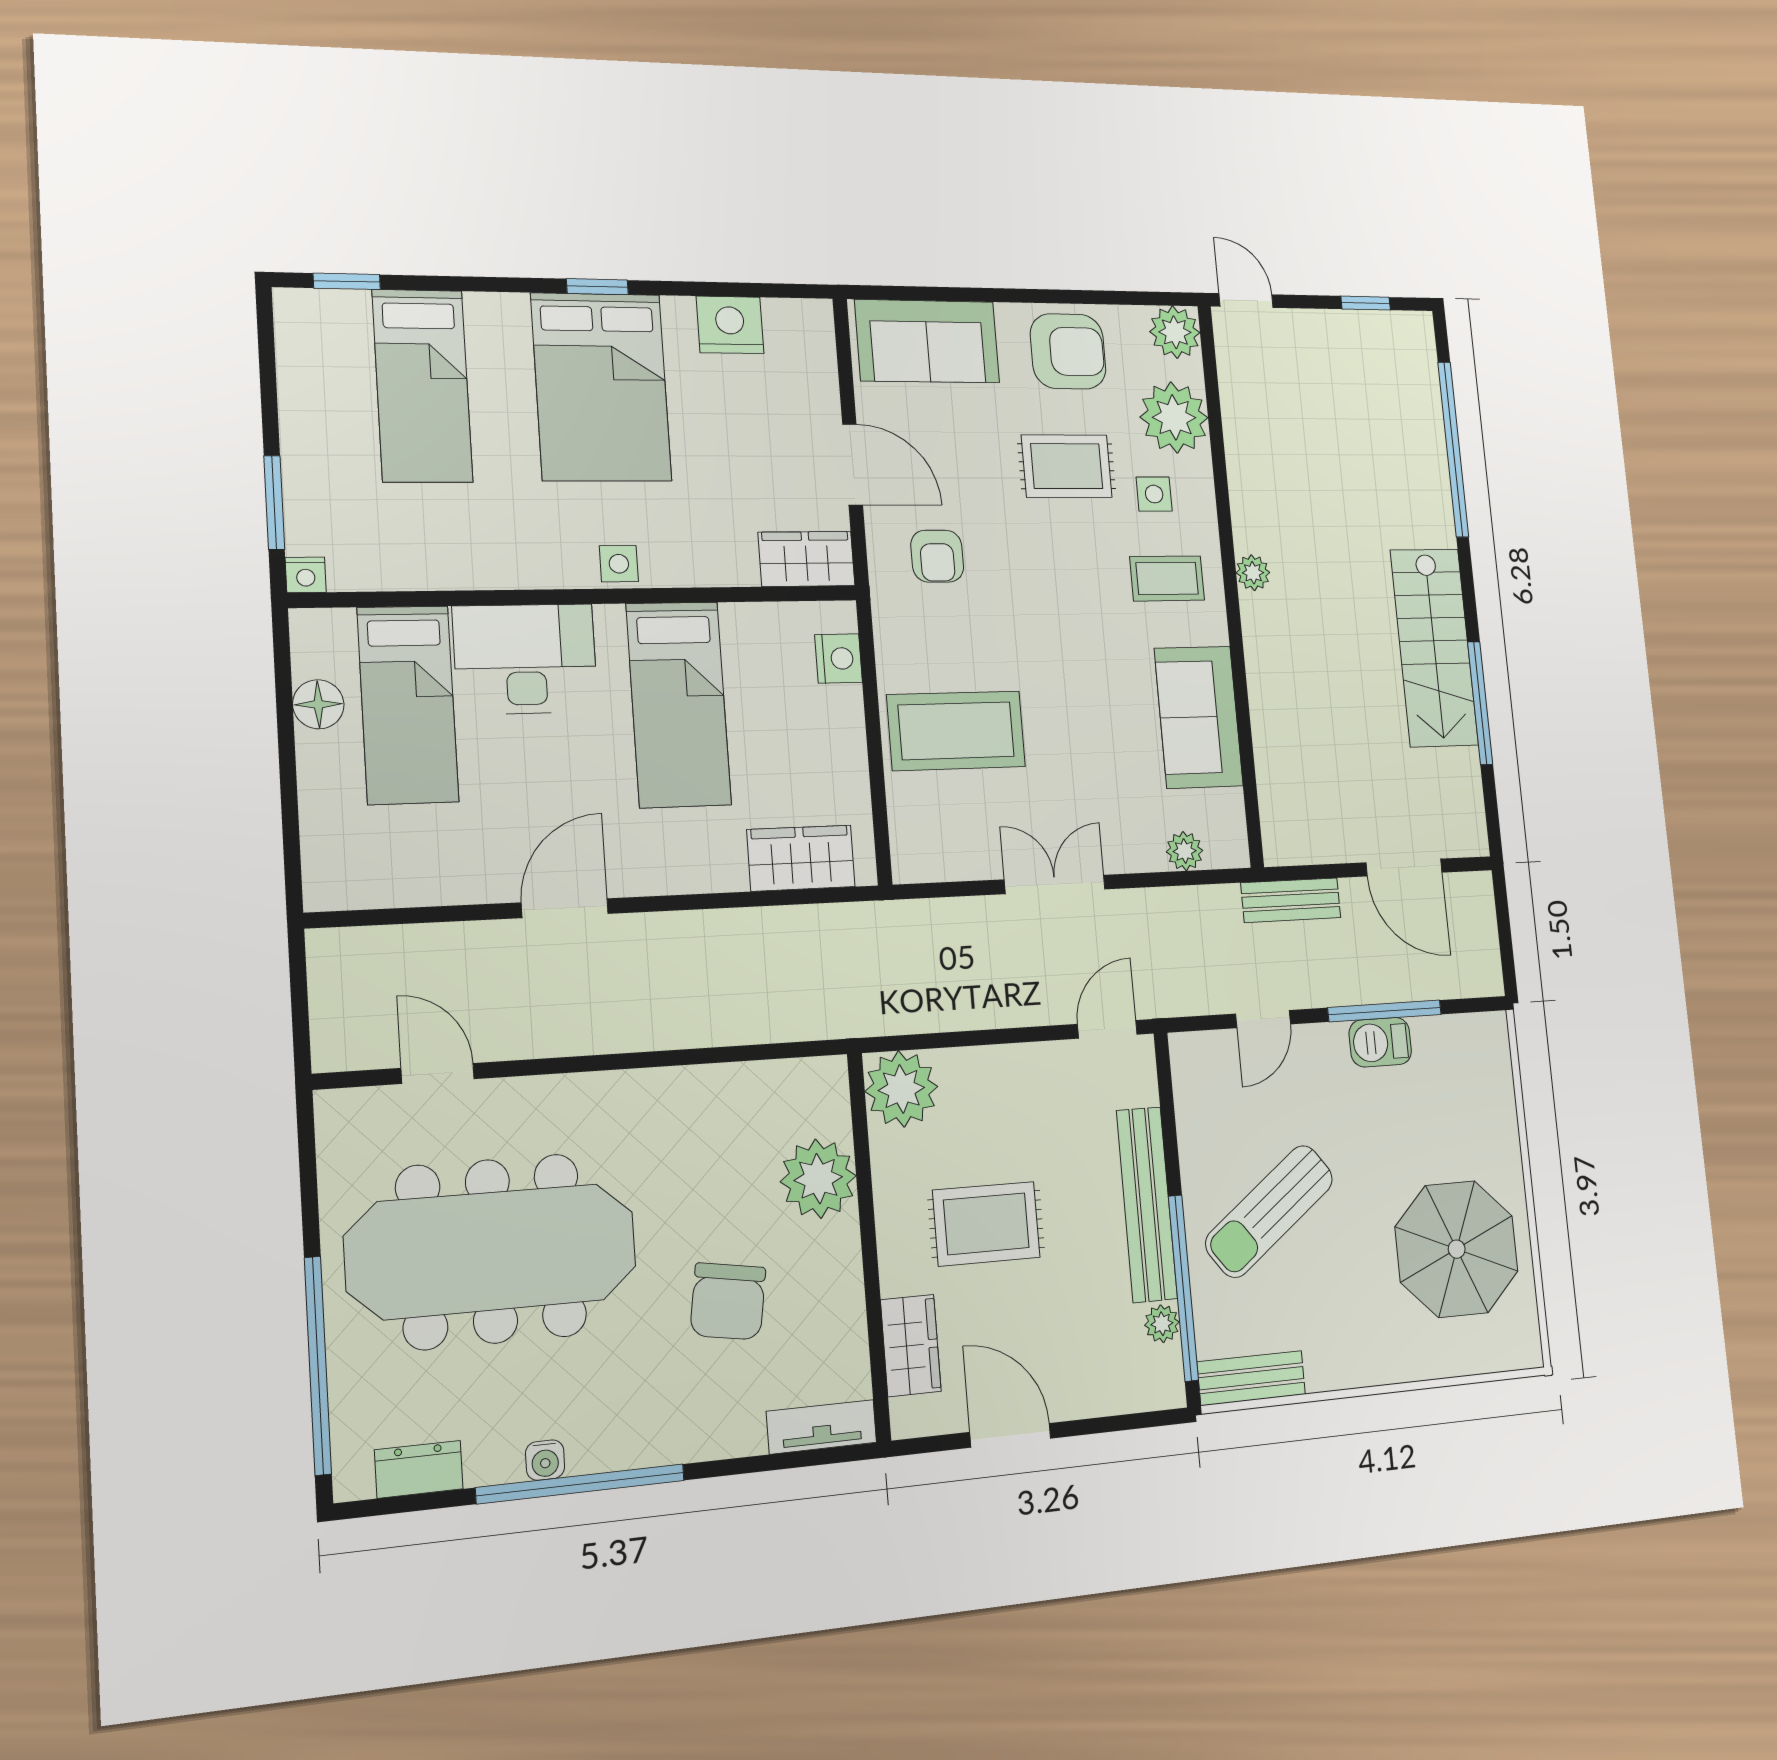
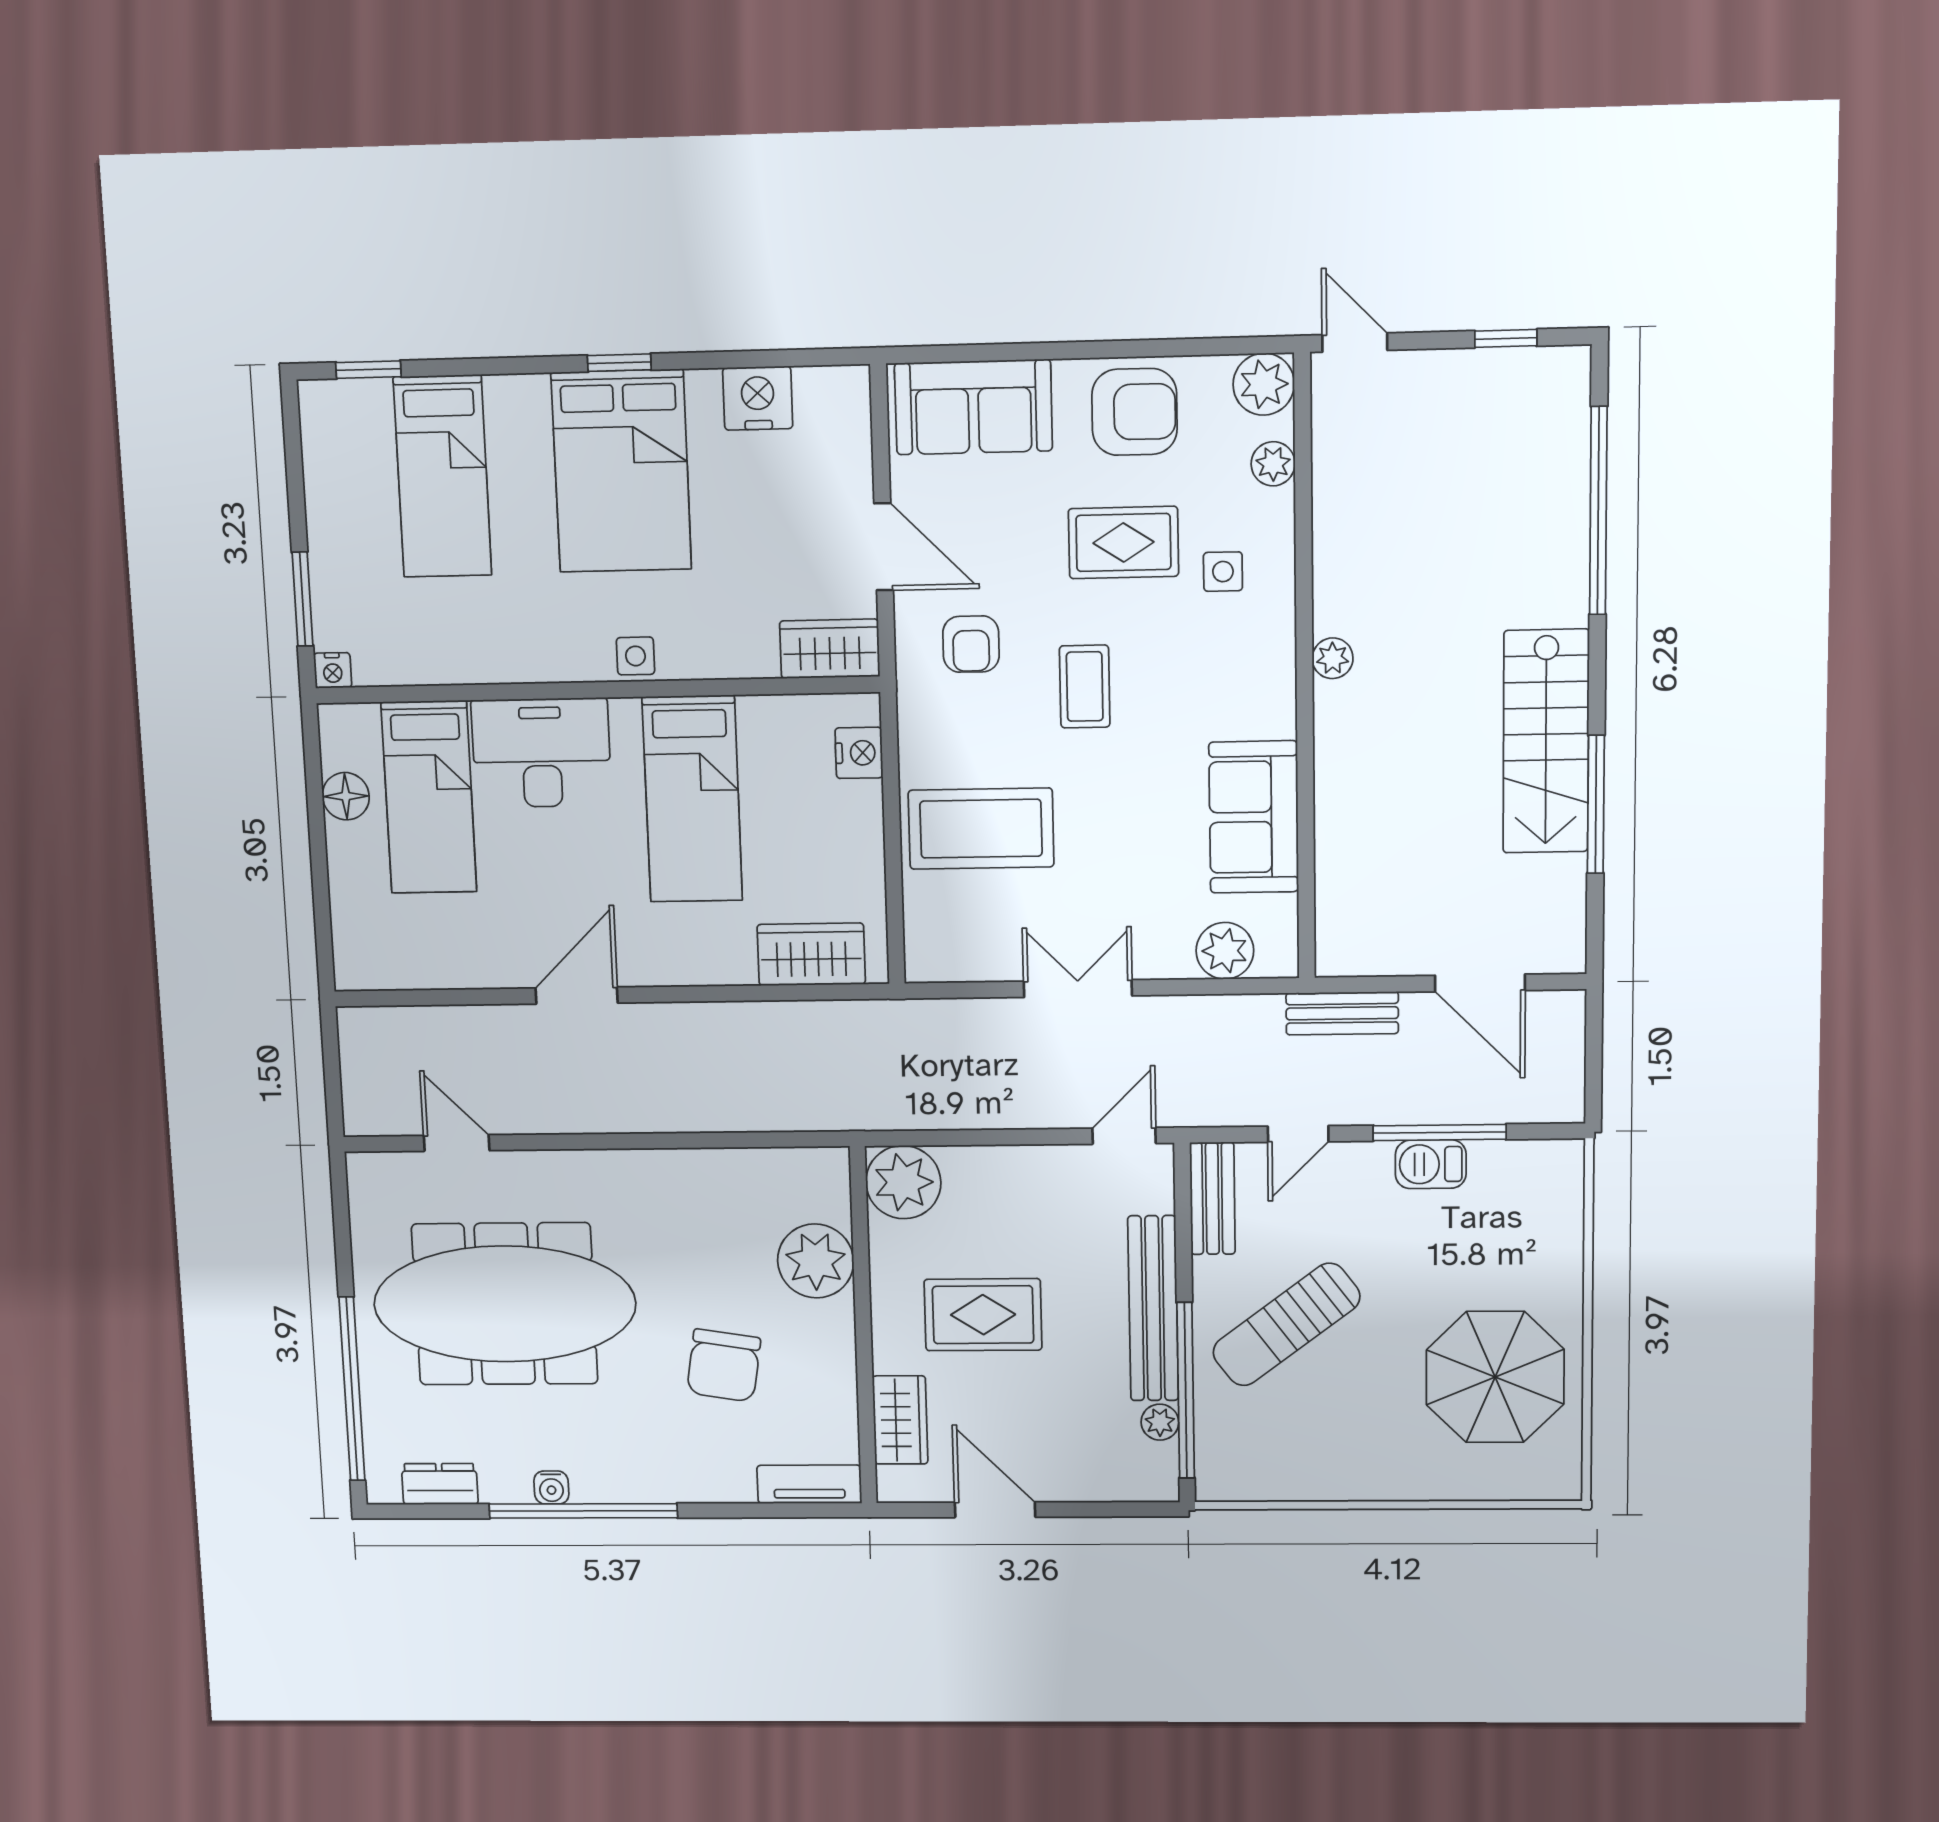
plant: (1174, 417) -> (1273, 464), width x0.53, depth x0.53
coffee table: (1167, 578) -> (1085, 686), moved, turned 90
plant: (1185, 851) -> (1225, 951), width x1.38, depth x1.38
bench: (1251, 1378) -> (1212, 1198), moved, turned 90

